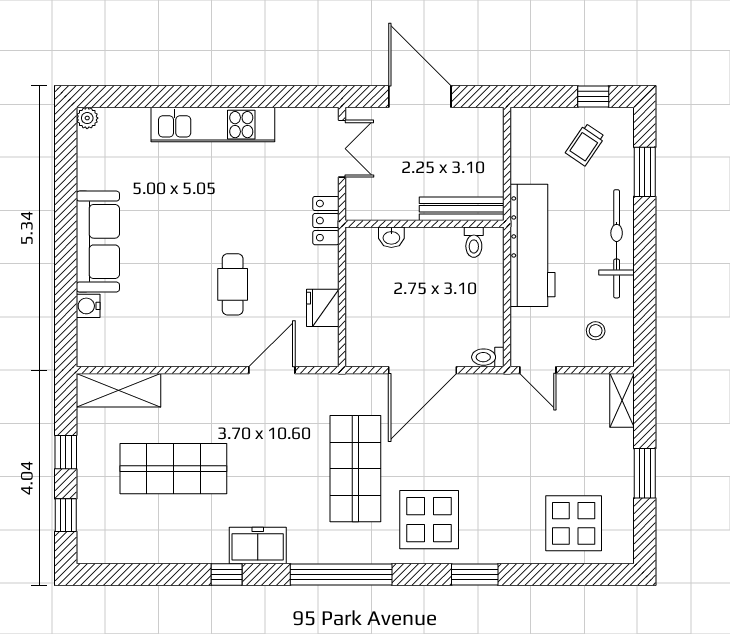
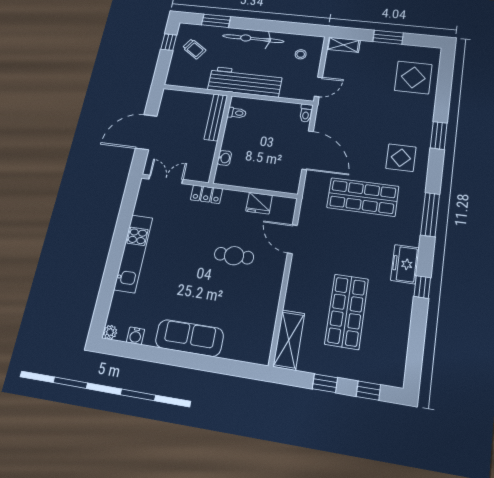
water cooler: (88, 306) -> (136, 336), moved
display table: (429, 520) -> (401, 158), width x0.73, depth x0.73
window: (341, 575) -> (430, 214), width x0.68

